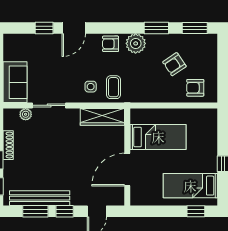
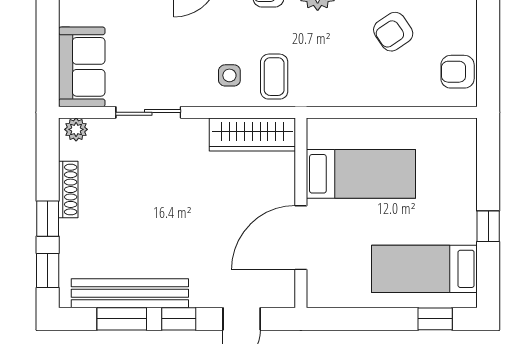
armchair: (195, 88) -> (458, 72), moved
plant: (26, 114) -> (76, 129), moved

